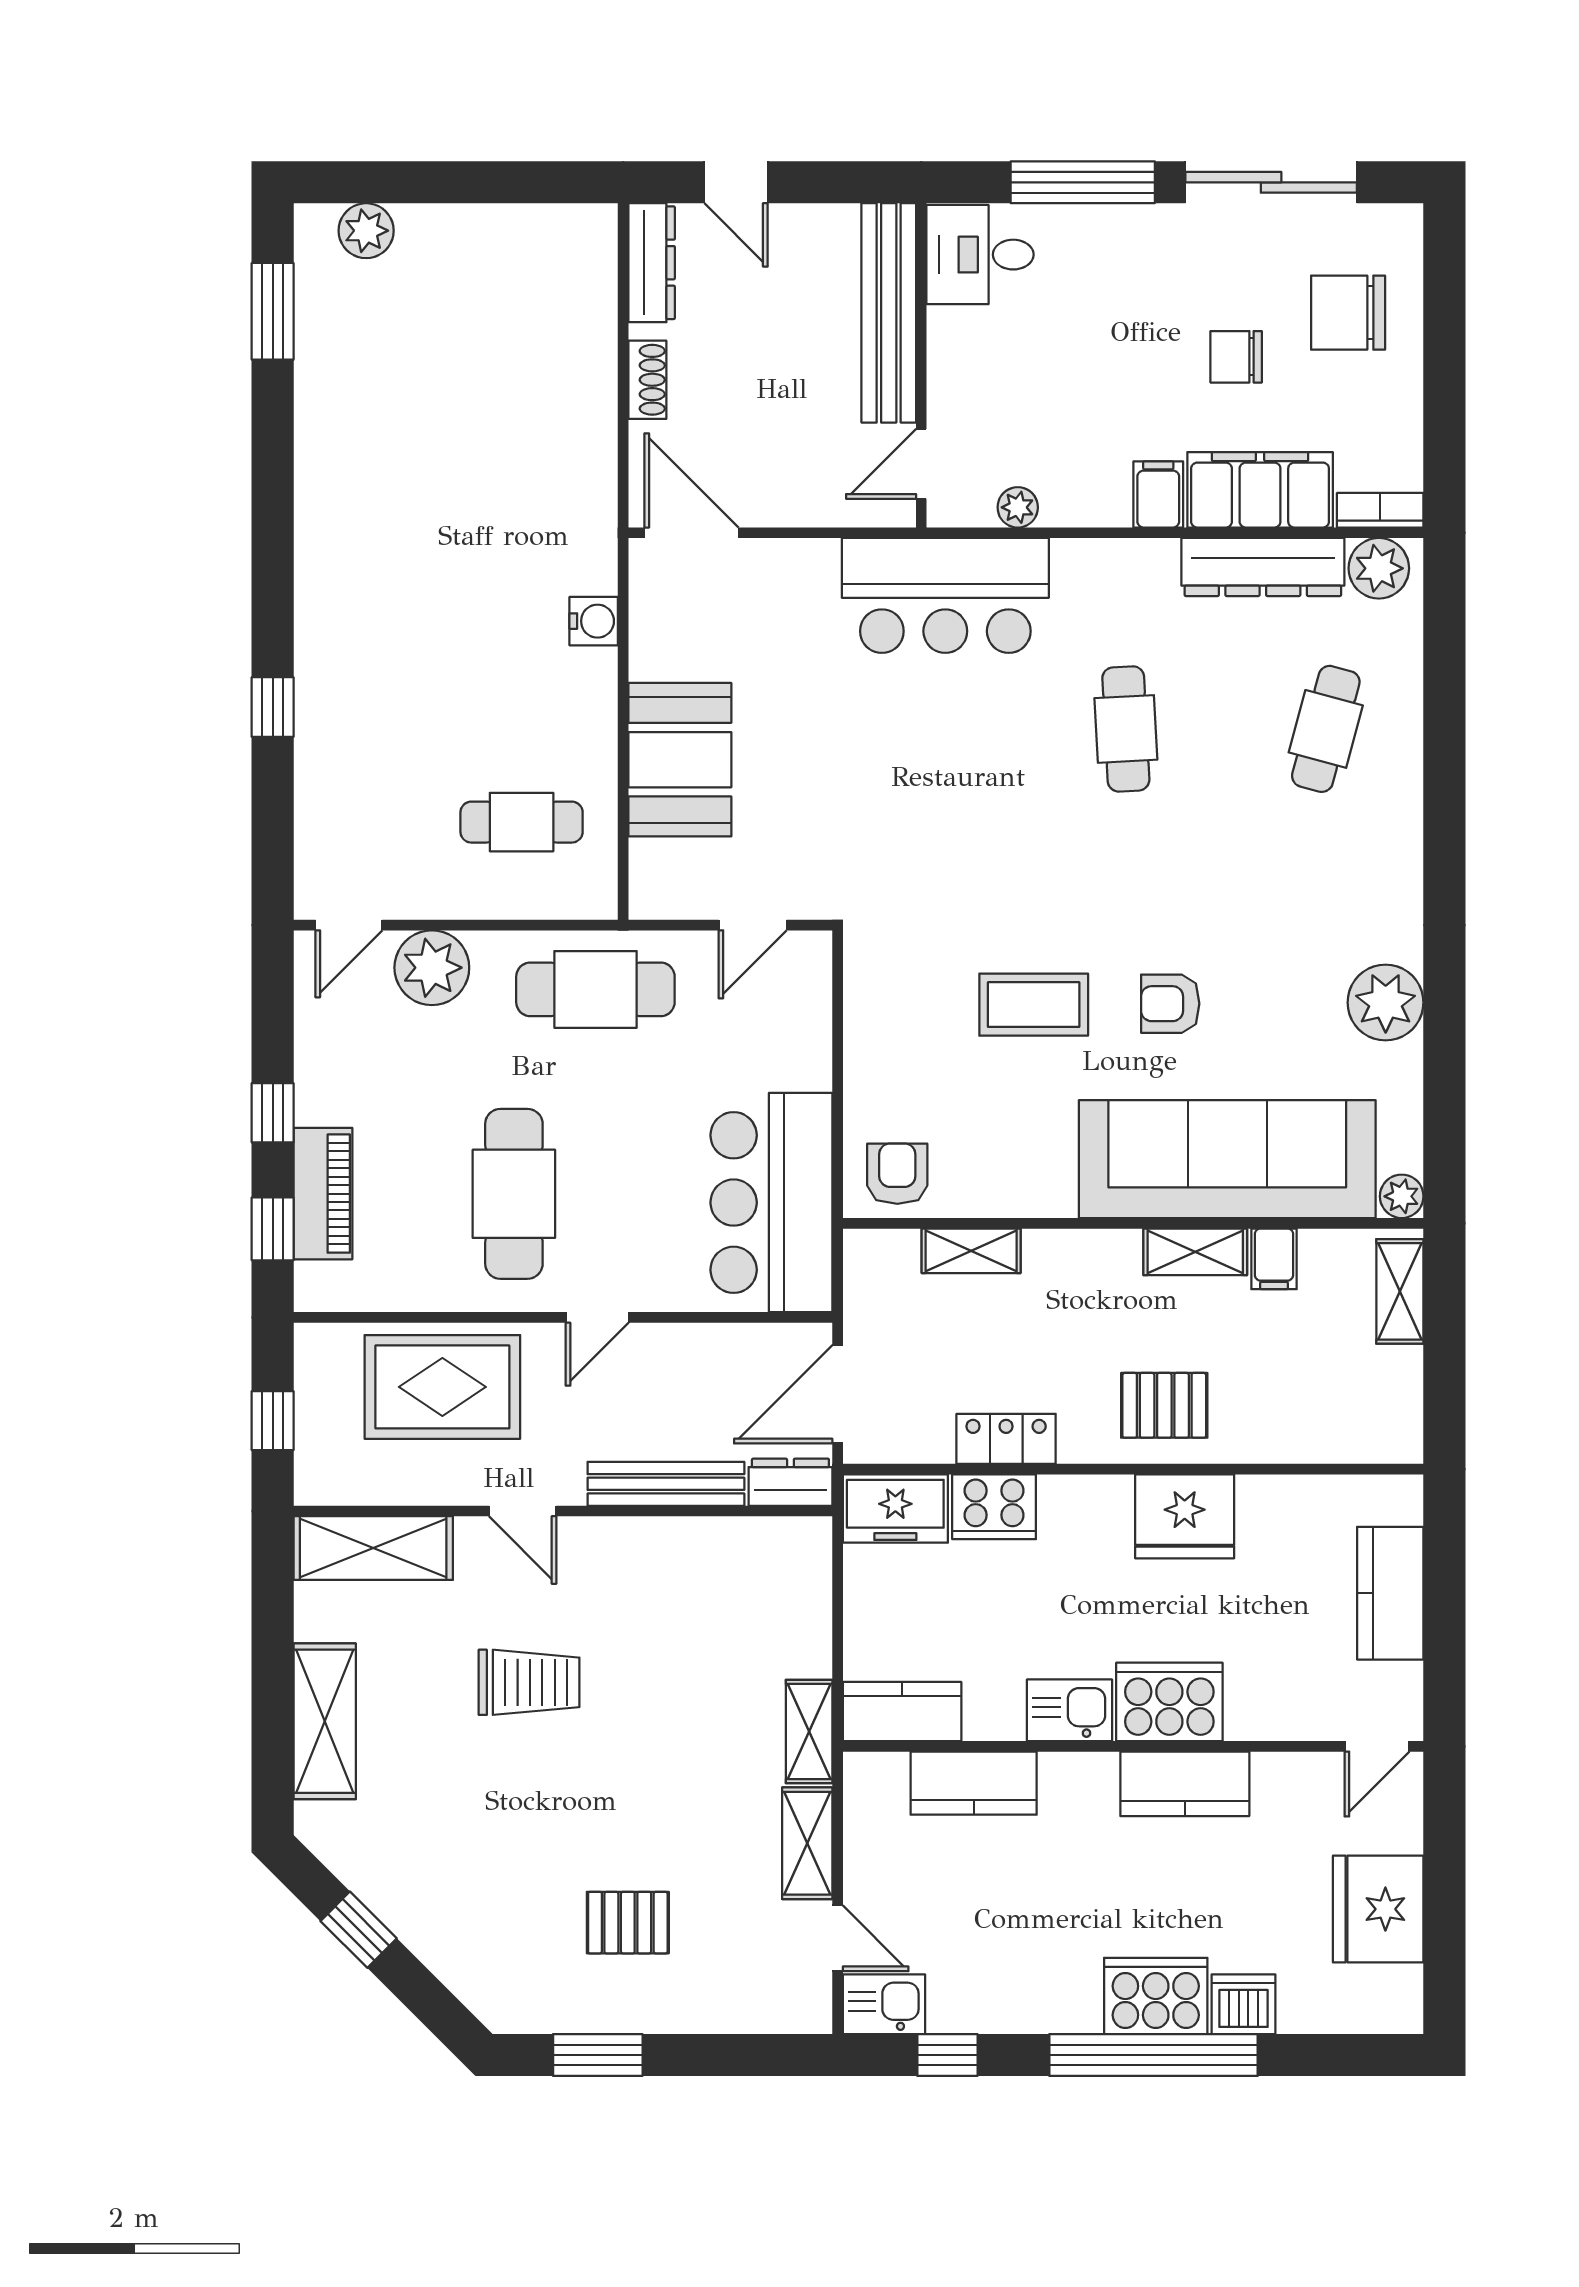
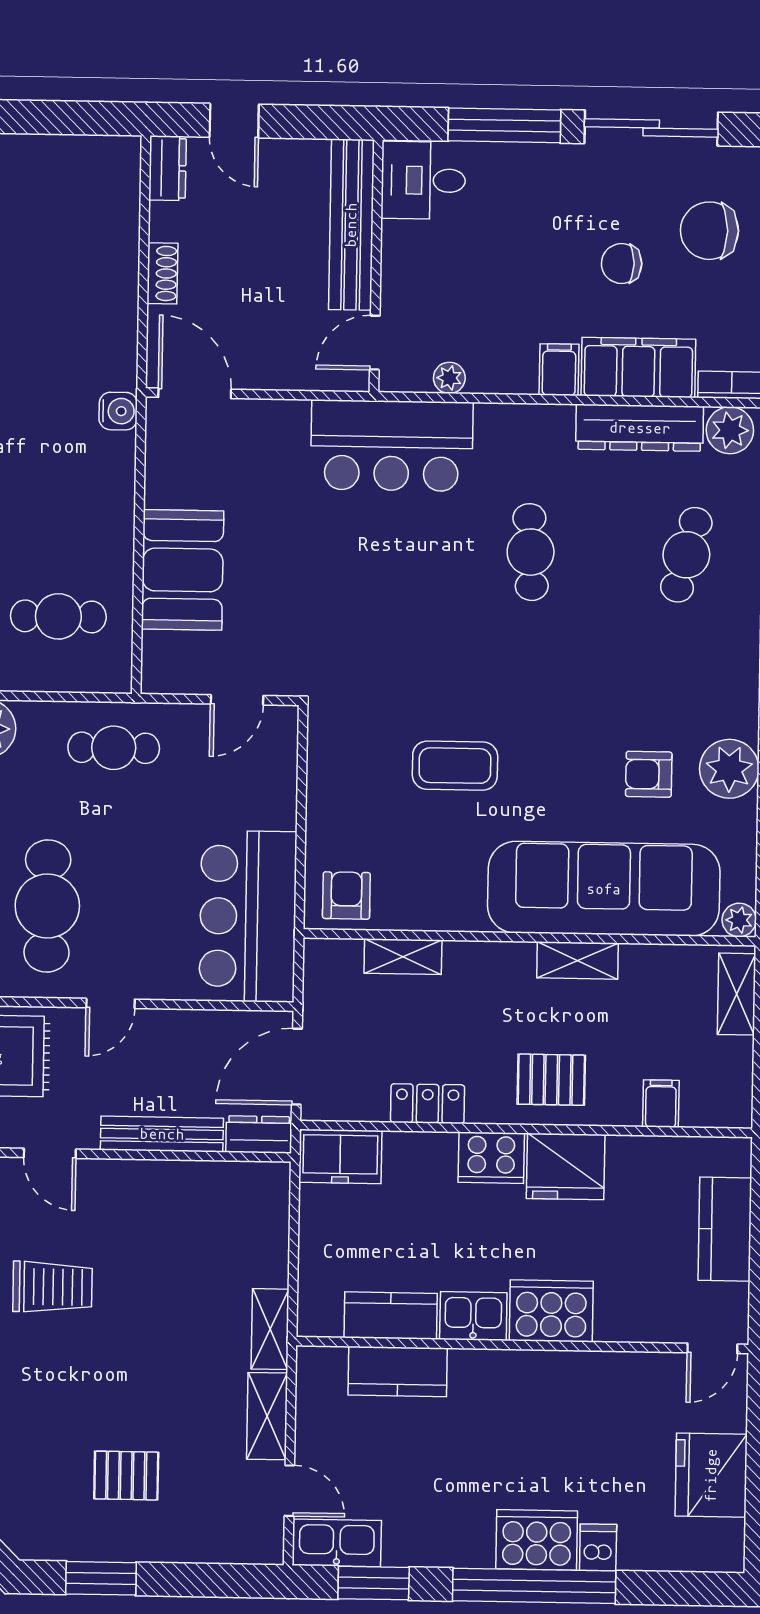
dresser: (652, 263) -> (168, 168), width x0.70
water cooler: (594, 621) -> (118, 411), moved
cafe table: (595, 989) -> (114, 748), width x0.73, depth x0.74
armchair: (1170, 1004) -> (649, 774), moved
filing cabinet: (1274, 1259) -> (661, 1104), moved, turned 180
cooker: (994, 1507) -> (491, 1158), moved
kitchen counter: (902, 1712) -> (391, 1316), moved
kitchen counter: (1185, 1784) -> (562, 1375), removed
kitchen sink: (884, 2004) -> (337, 1543), width x1.38
dishwasher: (1243, 2004) -> (598, 1547), width x0.73
window: (947, 2055) -> (374, 1583), width x1.50

